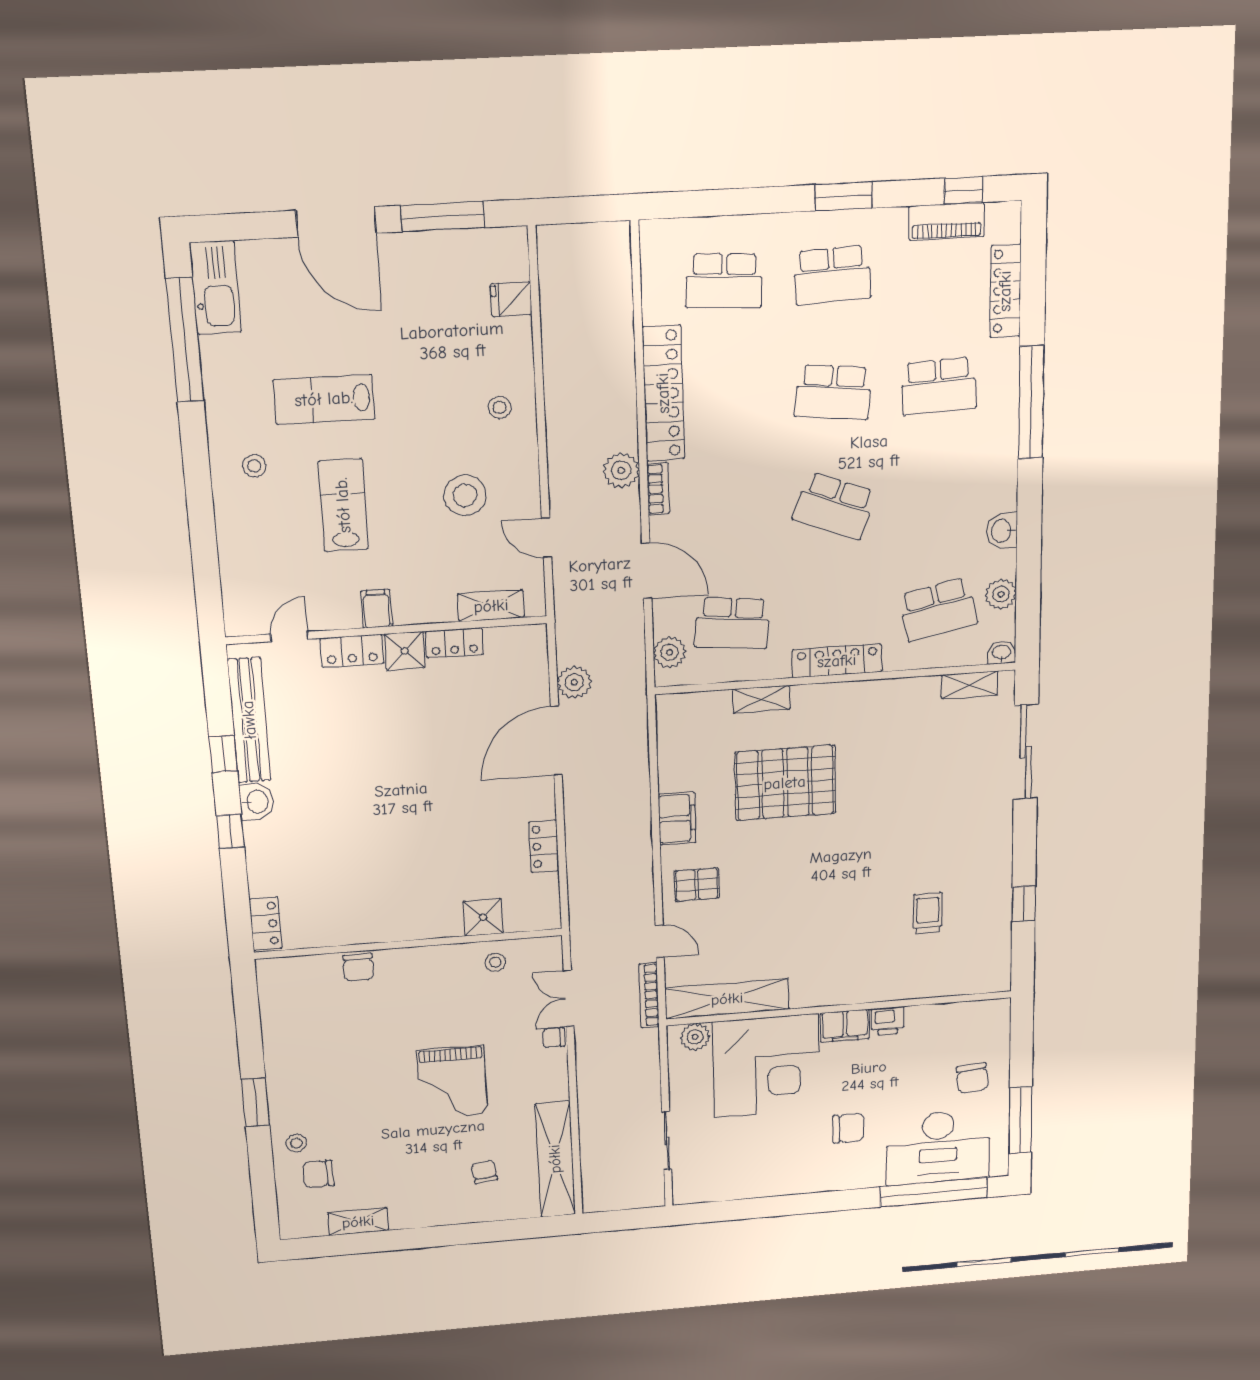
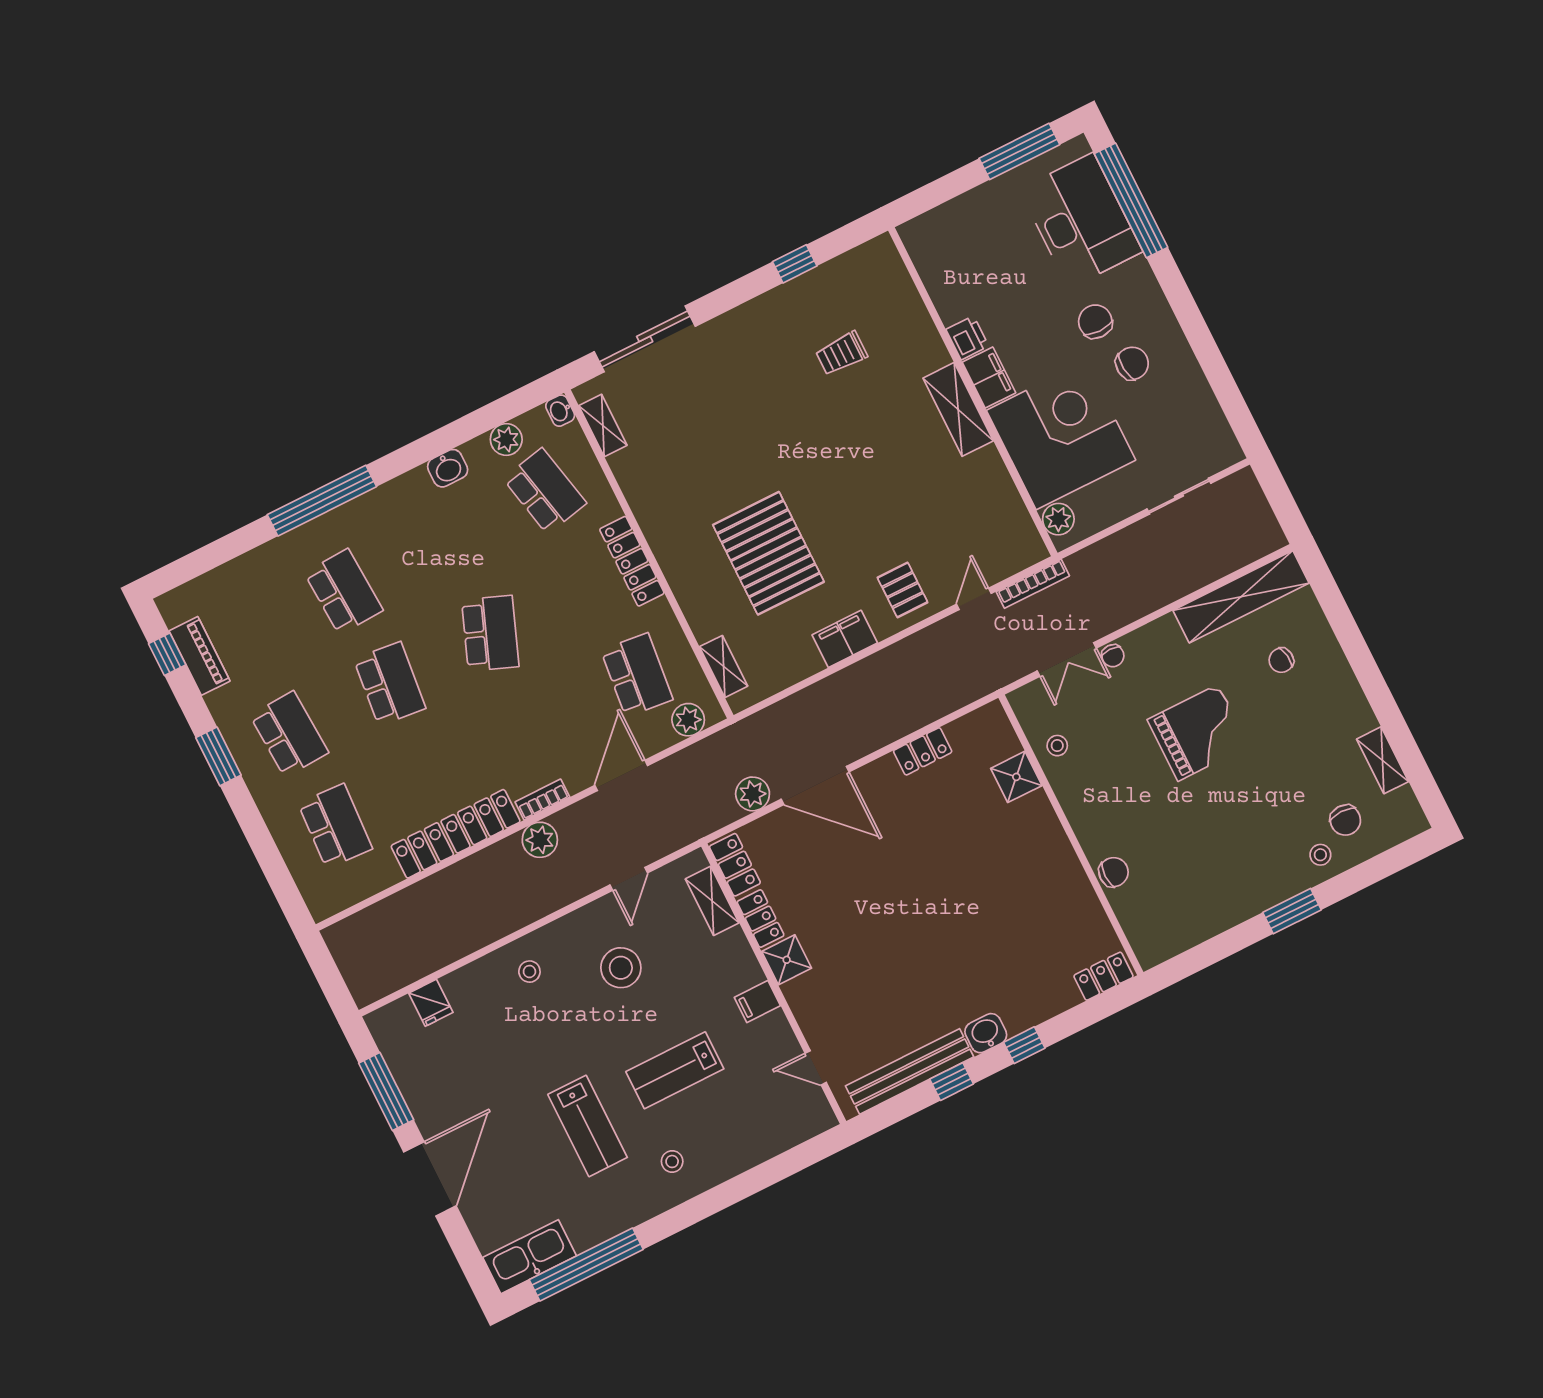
locker: (1005, 291) -> (236, 574), removed
locker: (352, 651) -> (735, 865), moved
shelving: (761, 699) -> (724, 666), moved
shelving: (727, 999) -> (958, 409), moved, width x0.68
chair: (972, 1078) -> (1132, 363), moved

